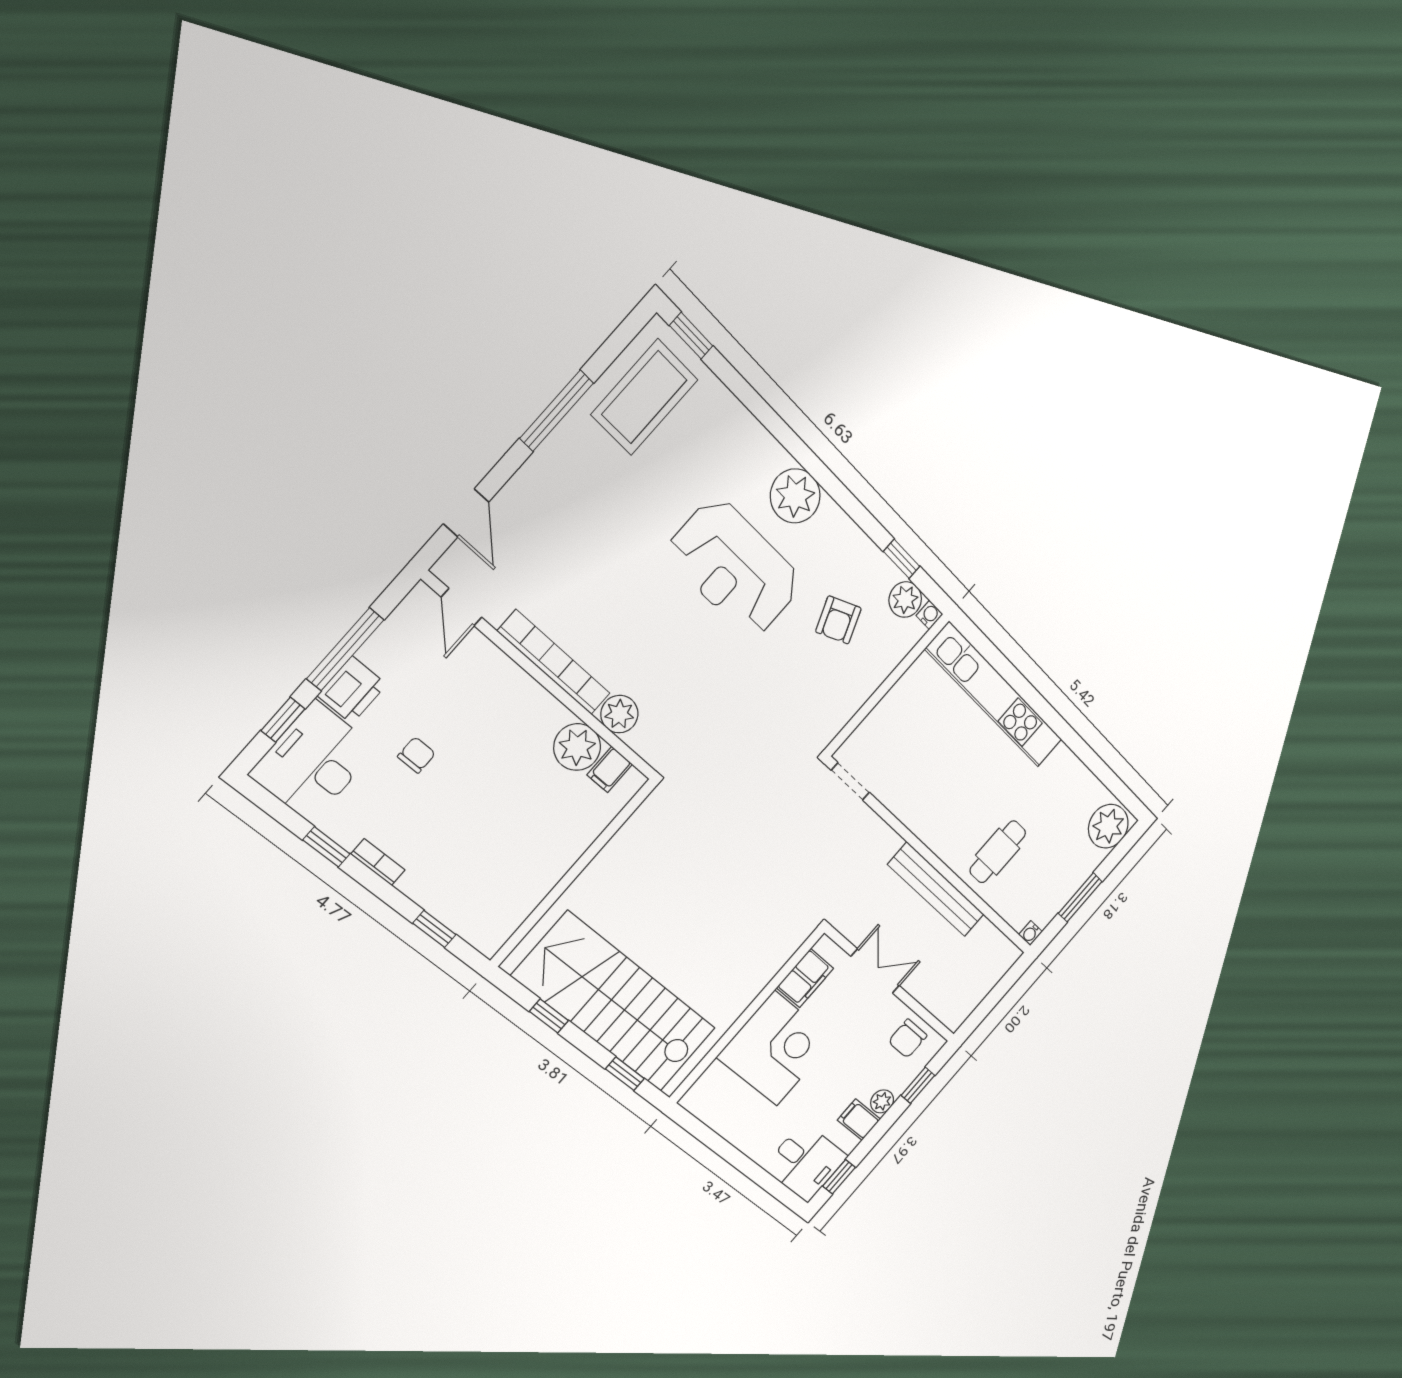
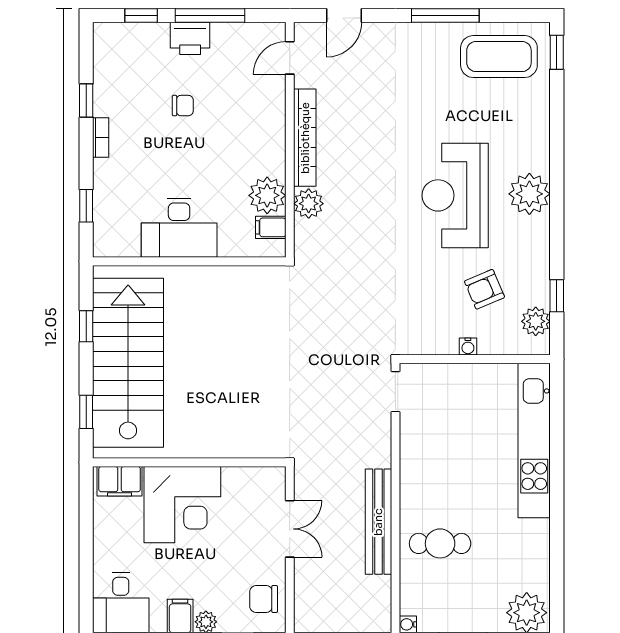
water cooler: (930, 615) -> (468, 347), moved, turned 90
desk: (313, 762) -> (179, 228), moved, turned 180
filing cabinet: (805, 978) -> (120, 481), moved

